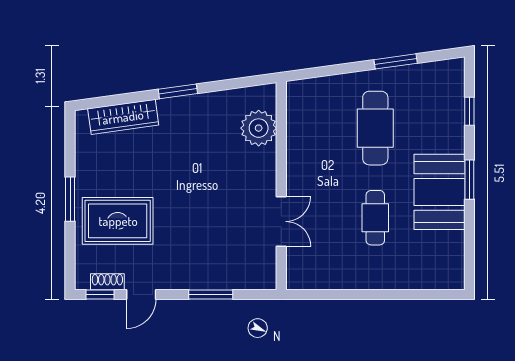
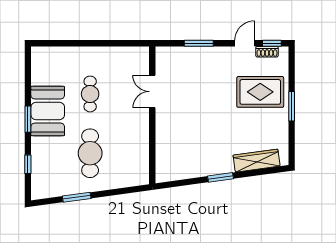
plant: (259, 128) -> (167, 153), removed

